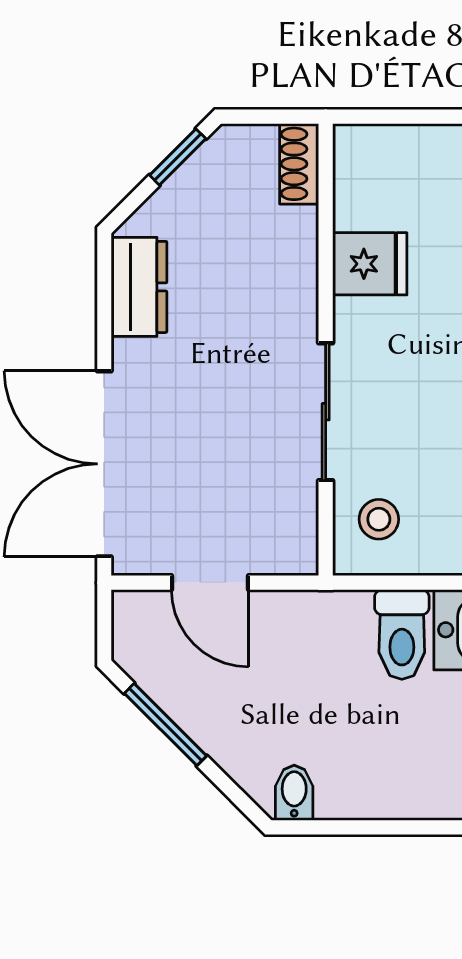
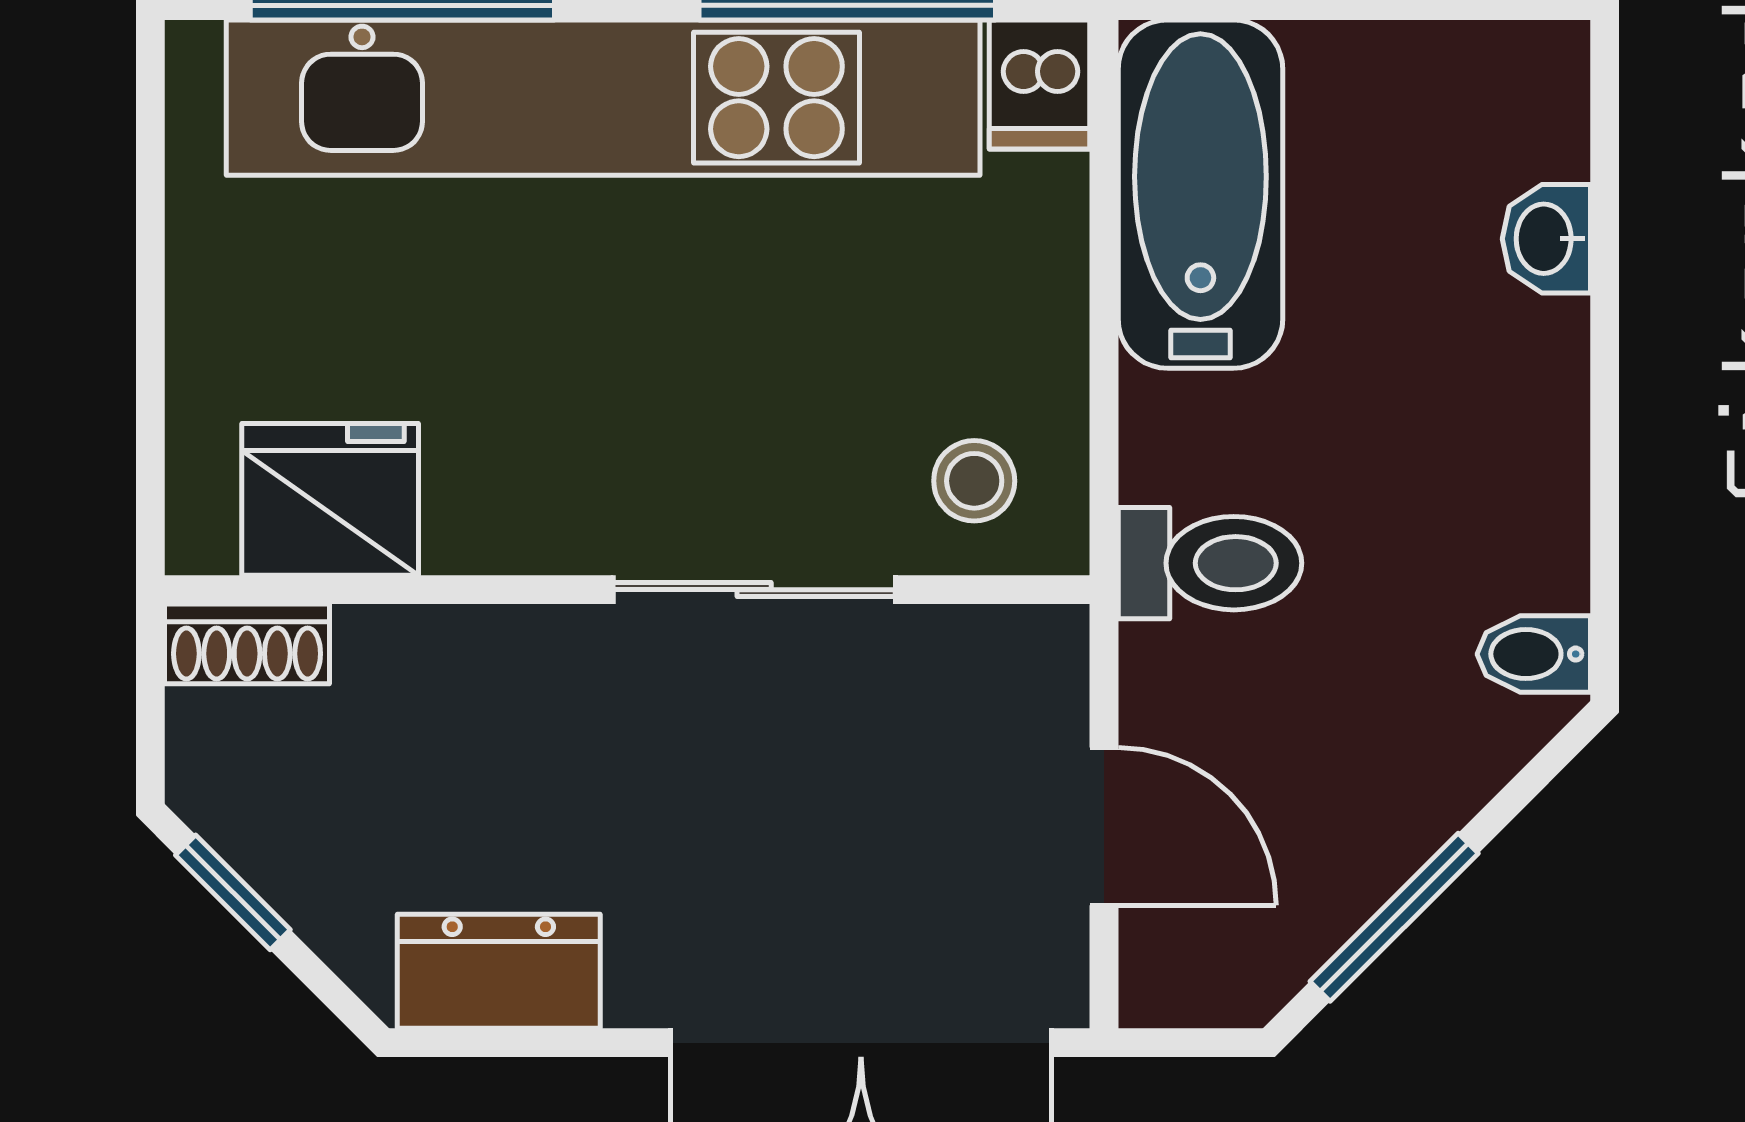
fridge: (370, 264) -> (330, 499), moved, width x1.38
door: (210, 583) -> (1104, 826), hinge flipped
toilet: (402, 635) -> (1210, 563), moved

